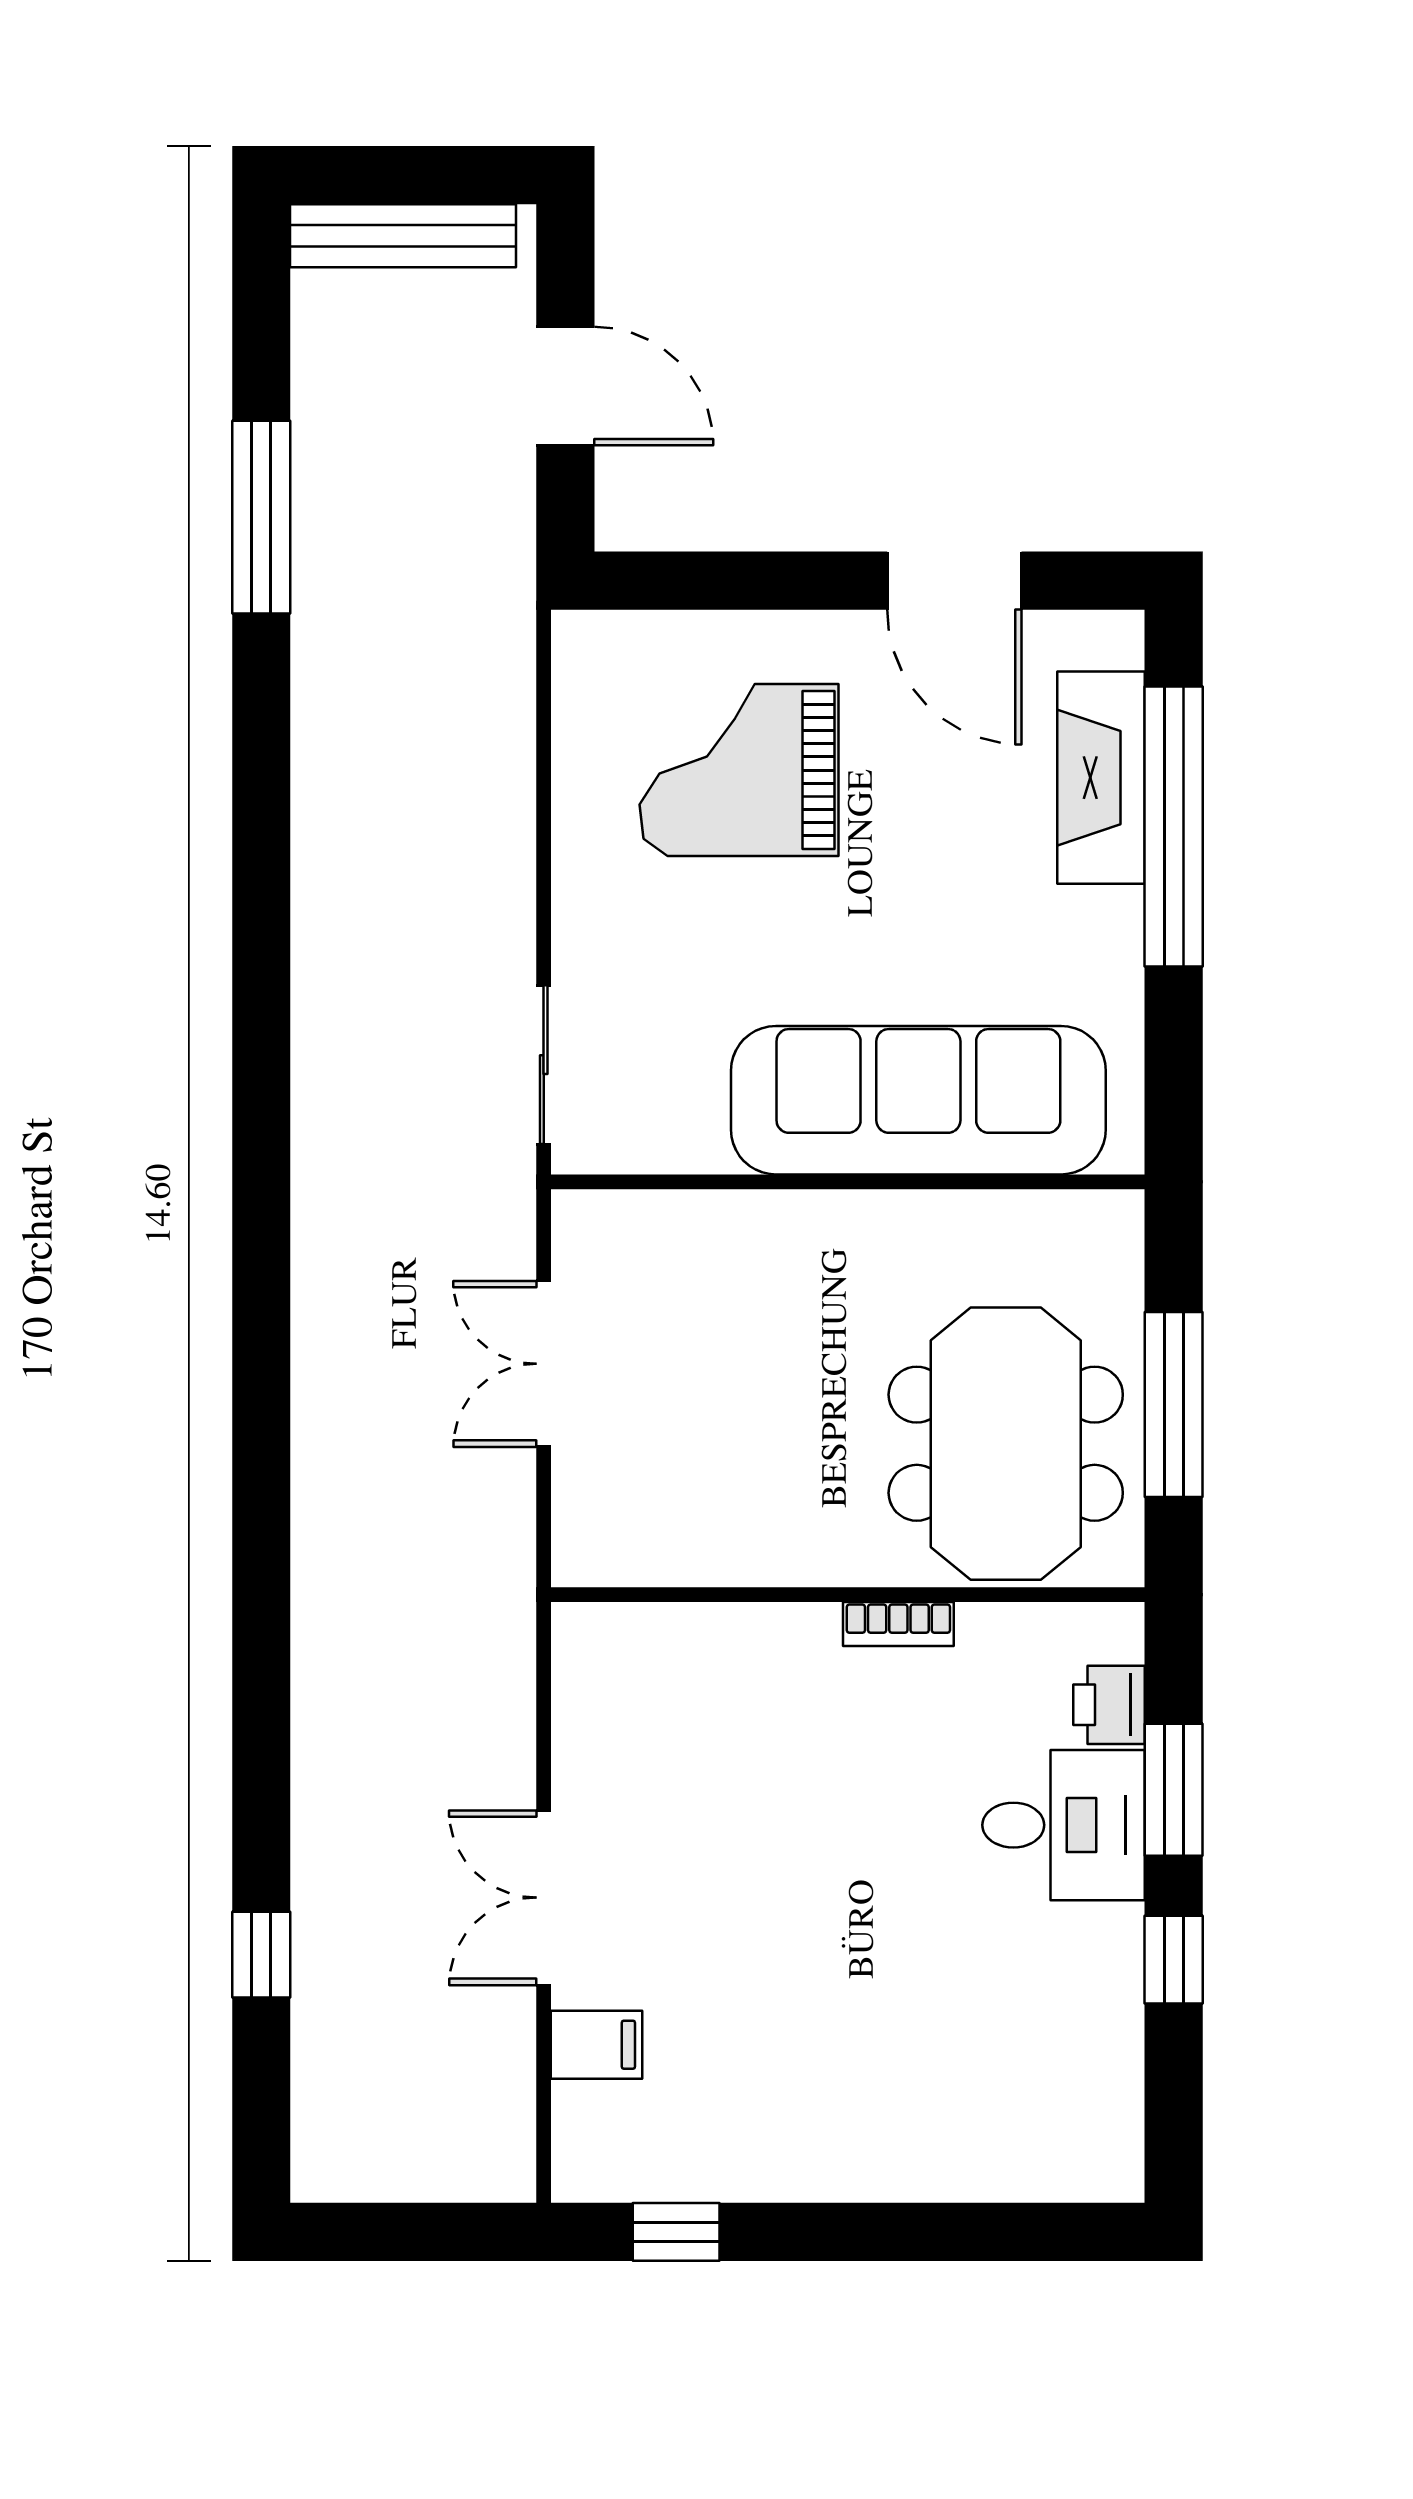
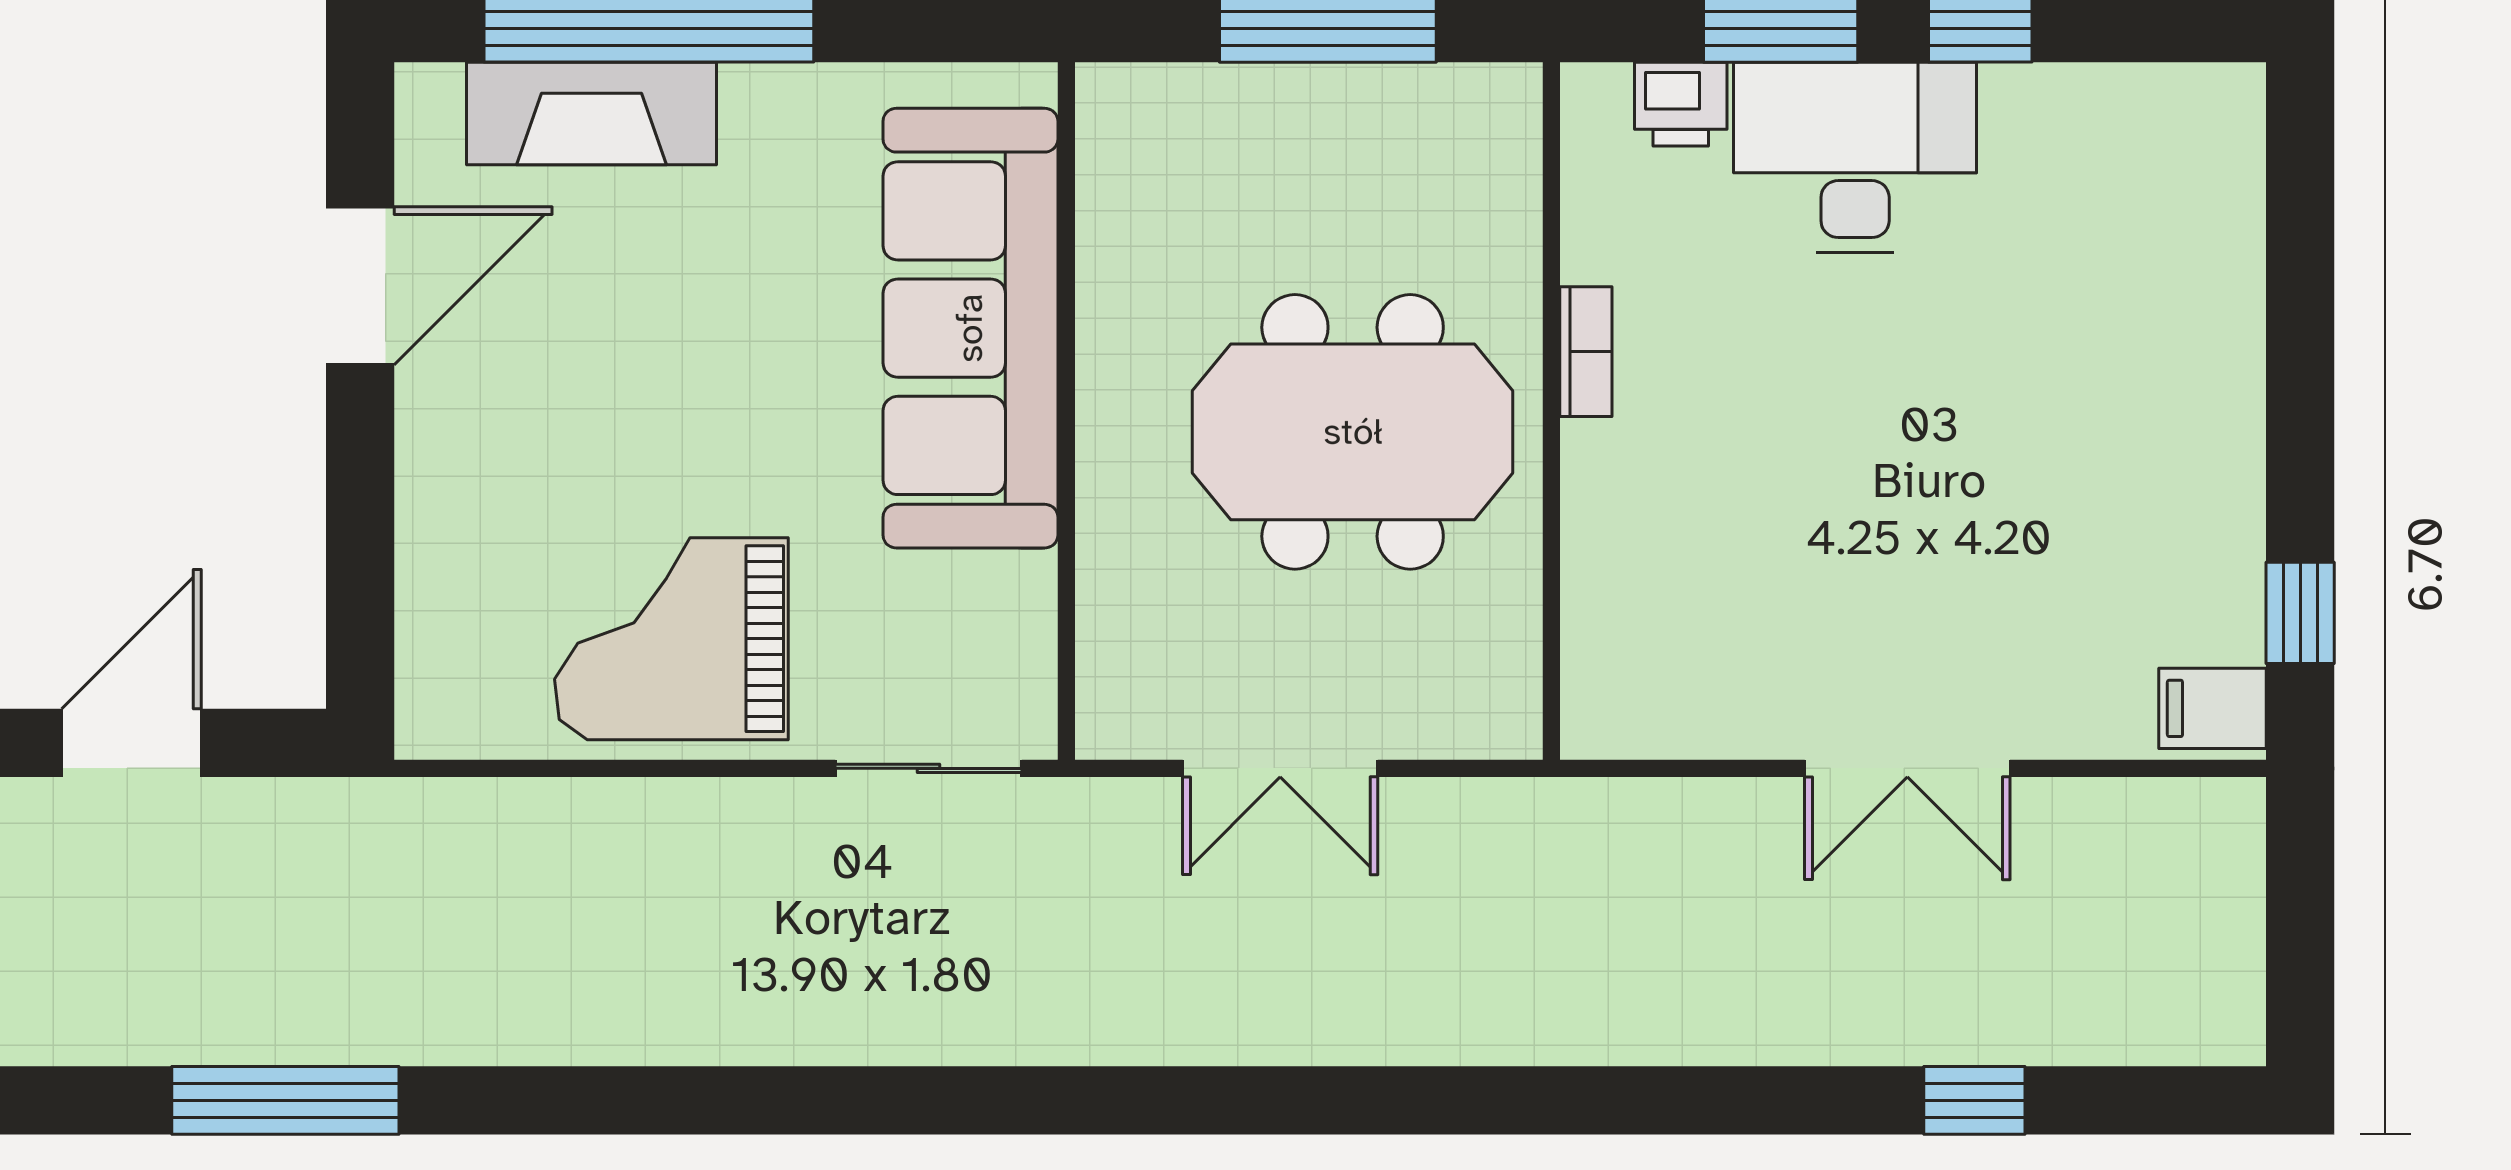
grand piano: (739, 770) -> (671, 639), moved, turned 90
meeting table: (1006, 1444) -> (1353, 432), moved
desk: (1064, 1825) -> (1855, 158), width x1.37
filing cabinet: (596, 2045) -> (2212, 708), moved, turned -90

